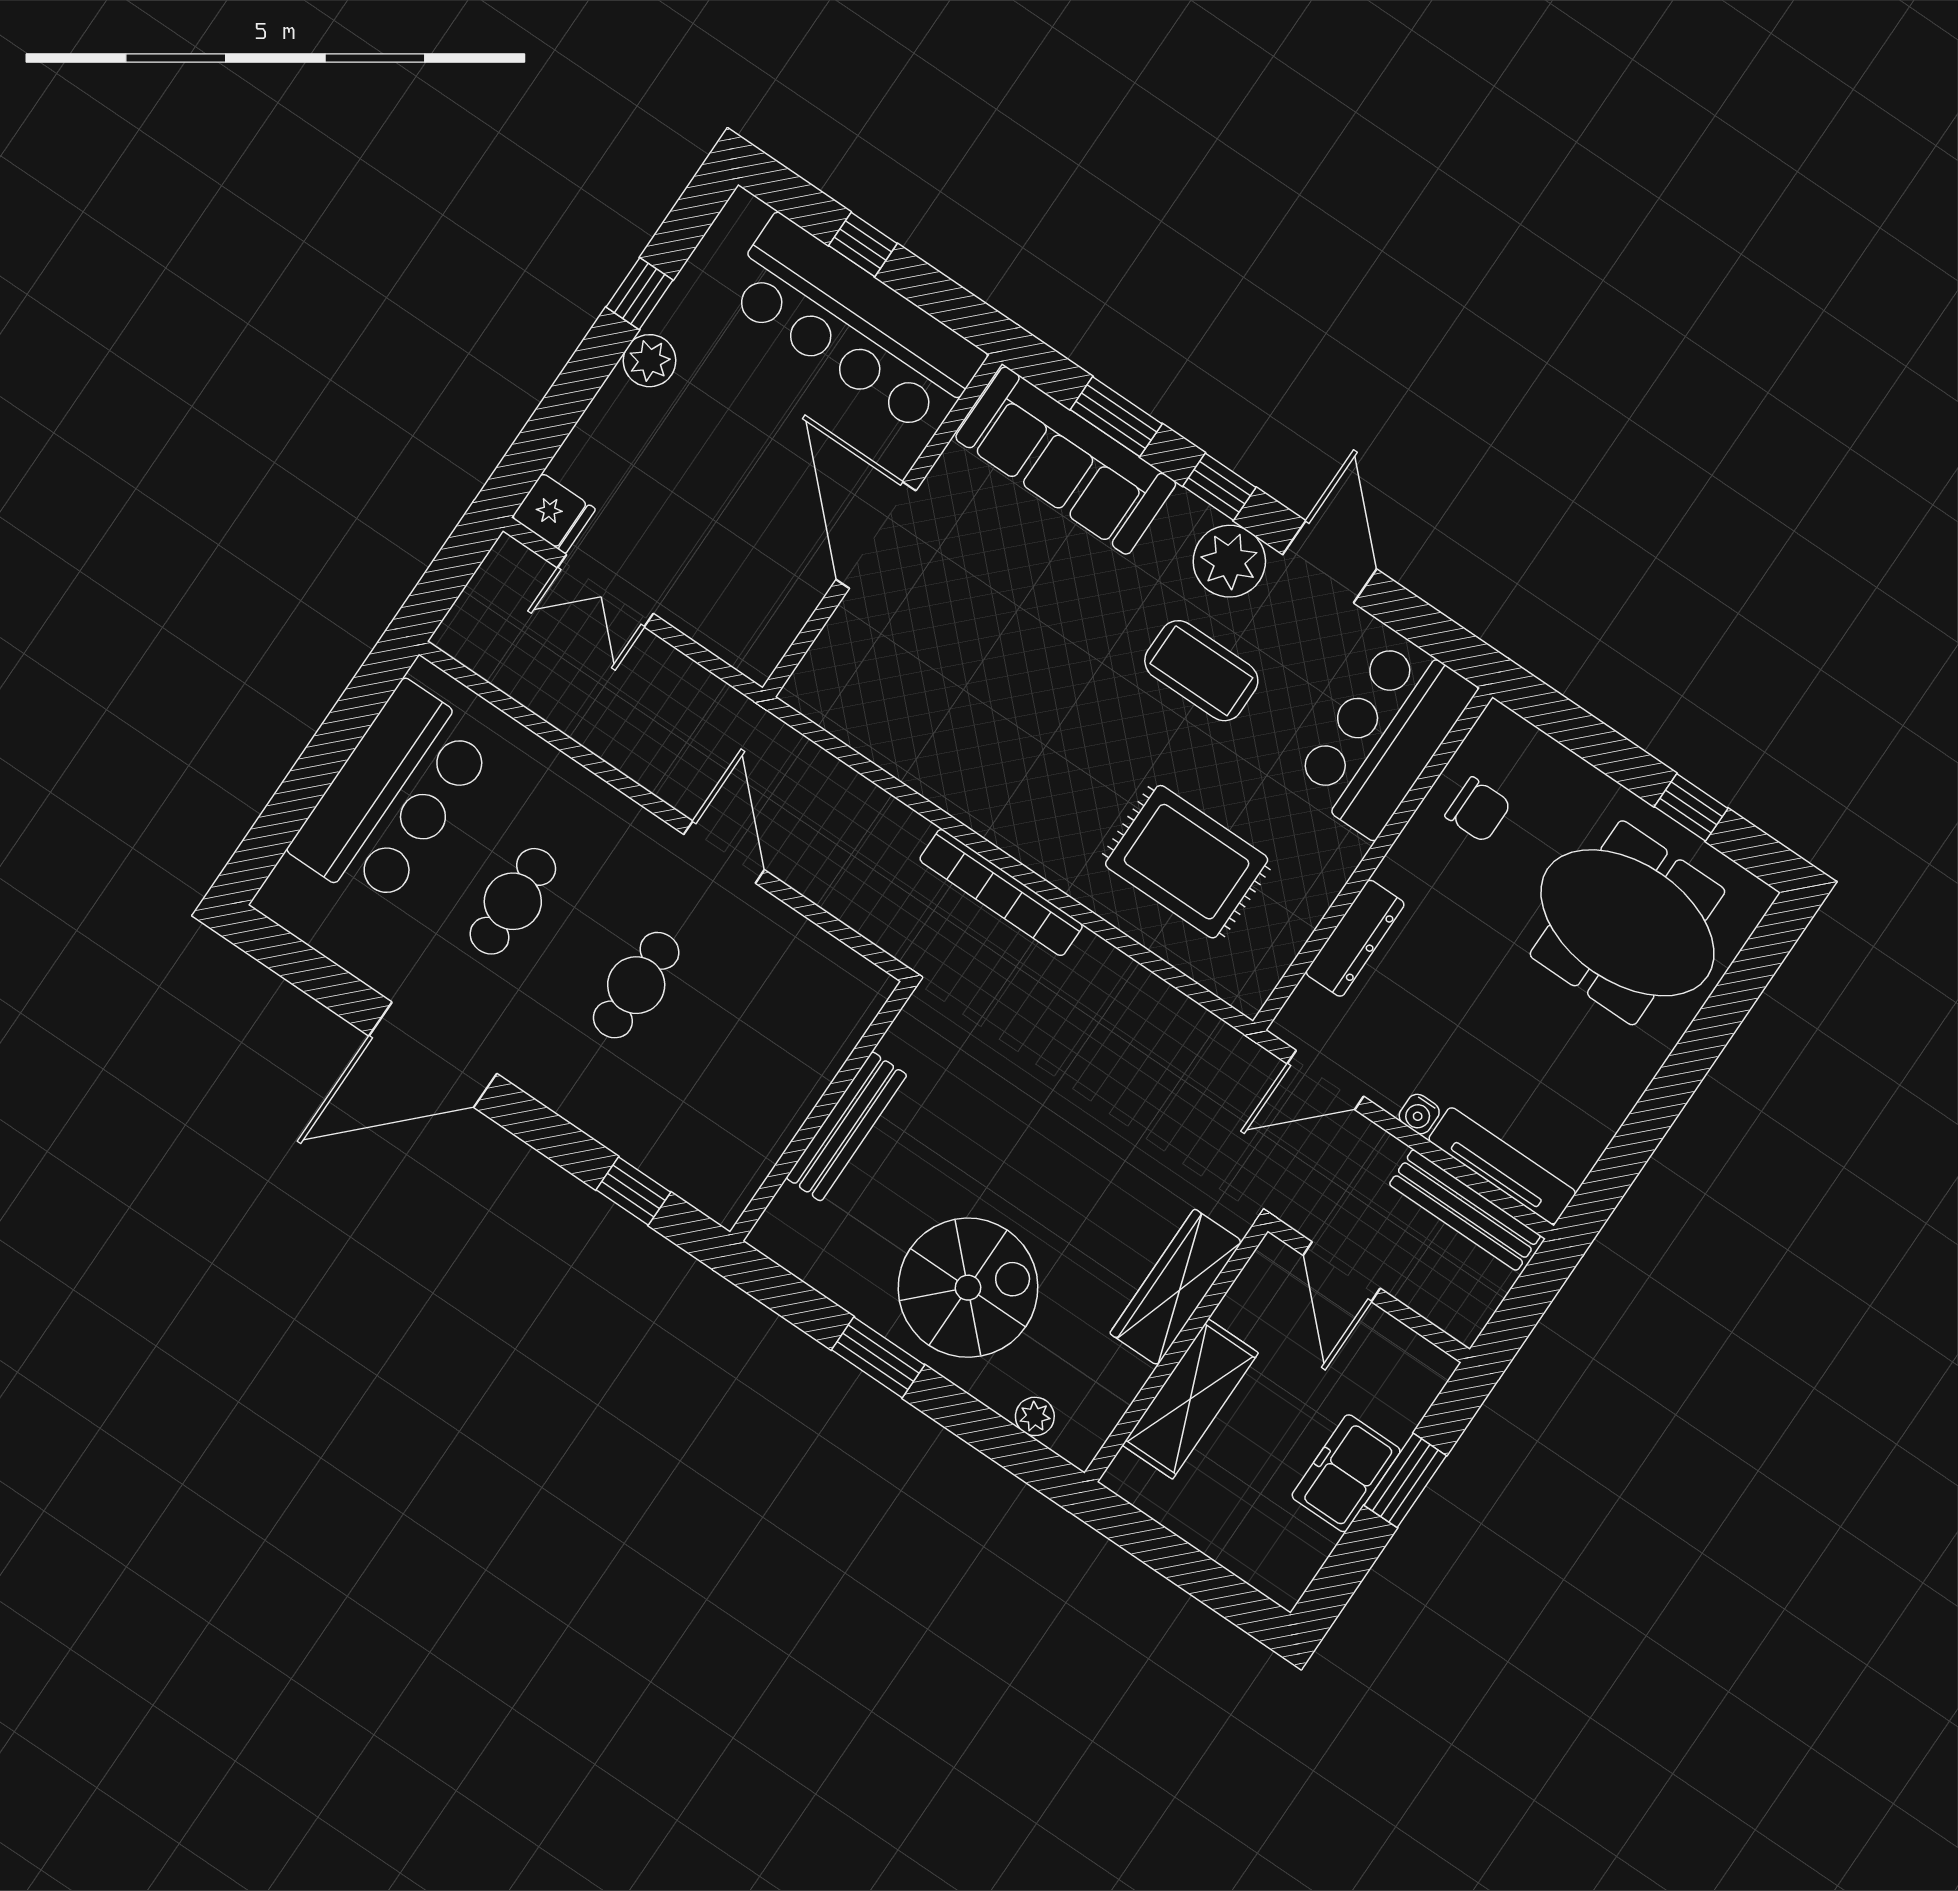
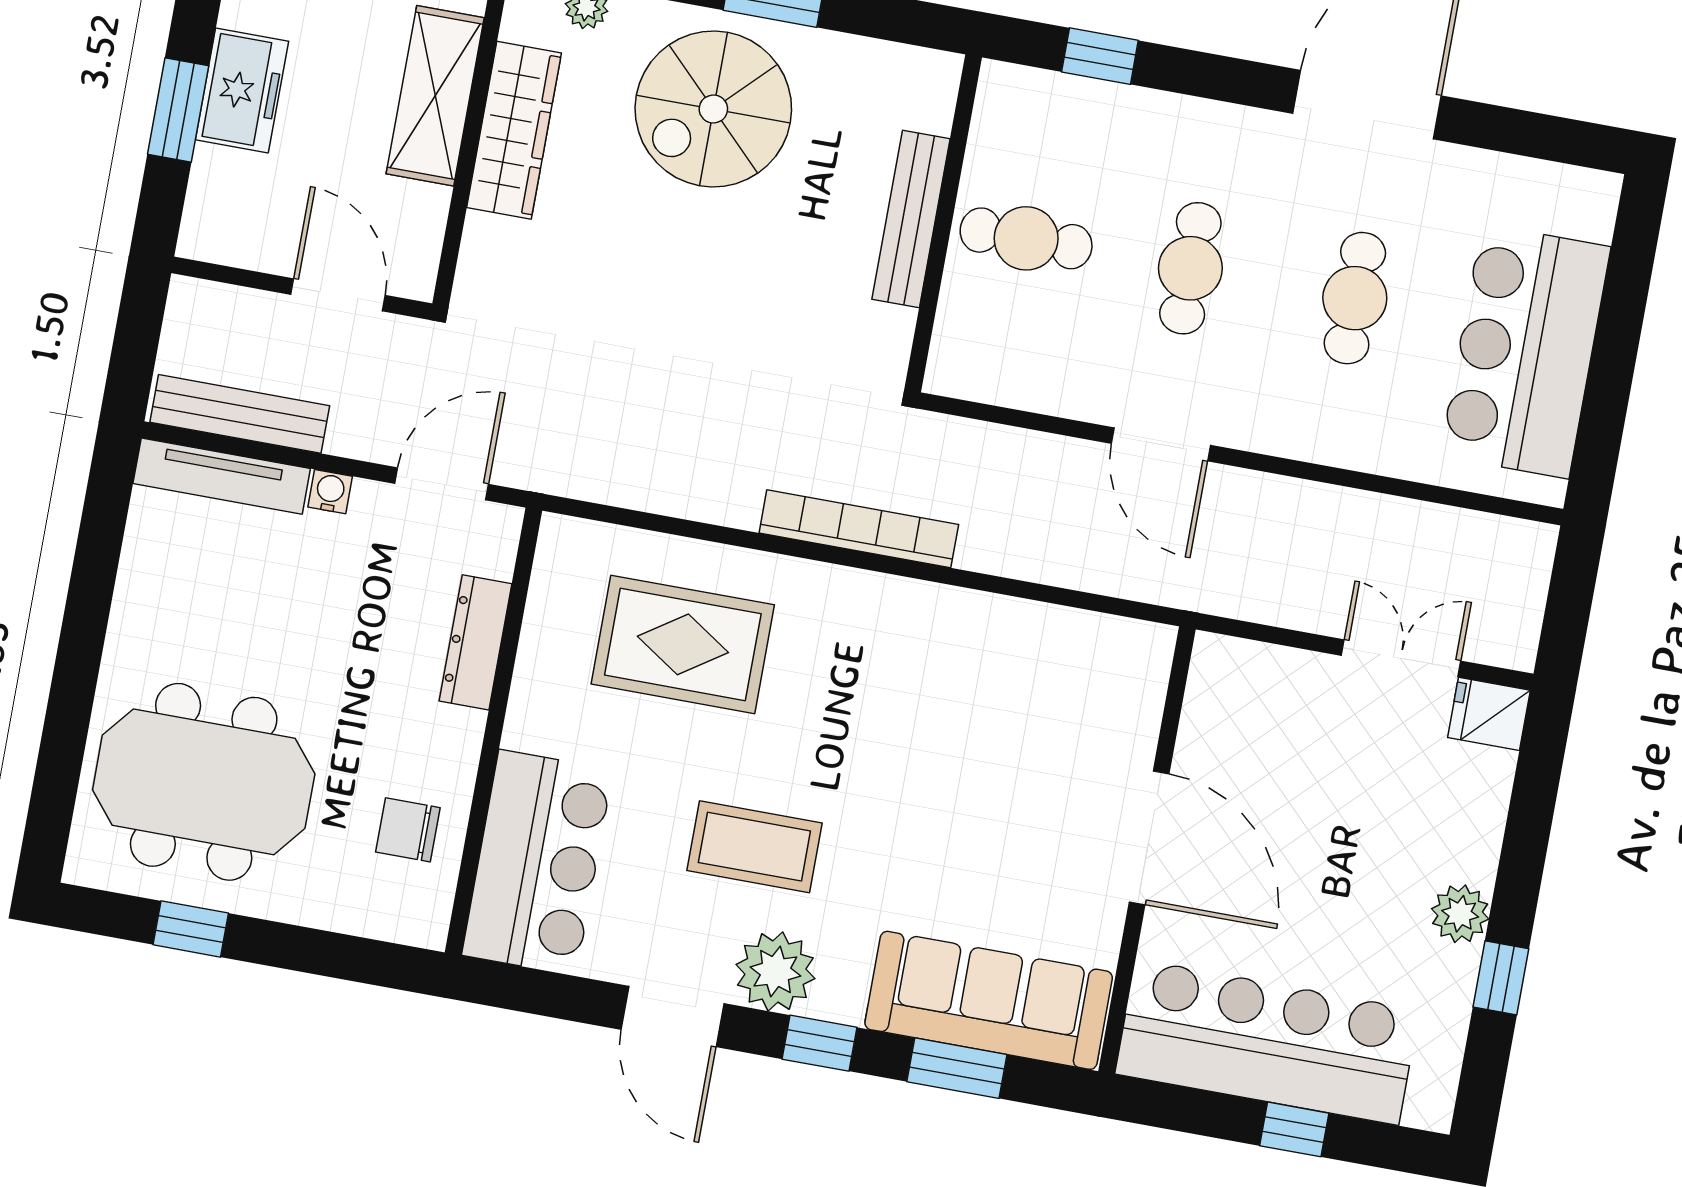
cafe table: (760, 1069) -> (1026, 238), added
wardrobe: (1176, 1287) -> (514, 130), moved

